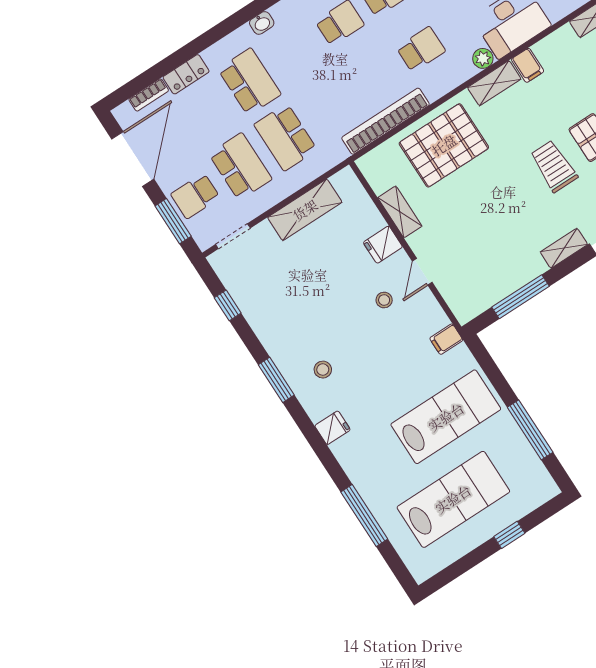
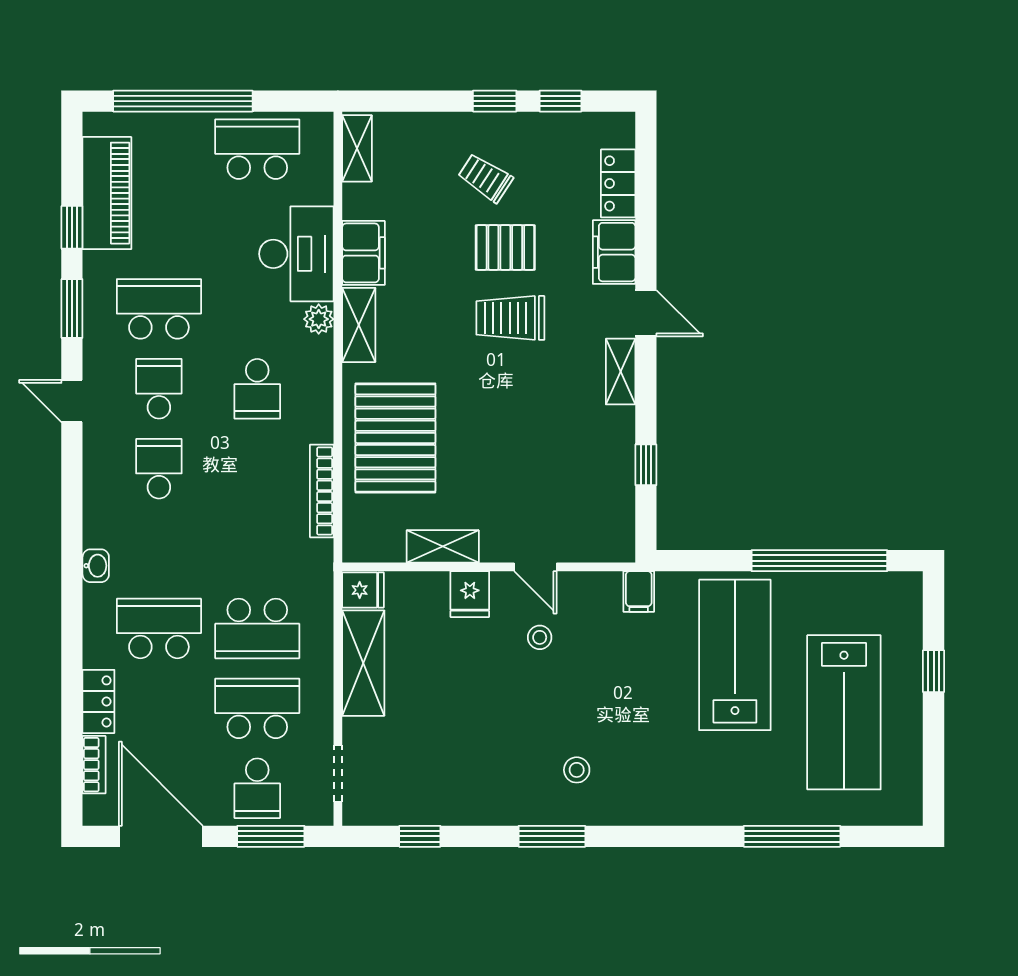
school desk: (421, 49) -> (257, 389), turned 180
filing cabinet: (528, 65) -> (363, 253), width x2.00
bookcase: (385, 121) -> (322, 491), width x0.68, depth x0.76
window: (521, 297) -> (646, 465), width x0.46
fridge: (332, 428) -> (363, 590), moved, turned 90
window: (530, 430) -> (819, 561), width x1.46
lab bench: (453, 499) -> (844, 712), turned 180

